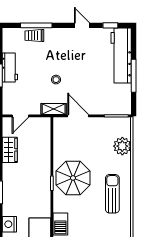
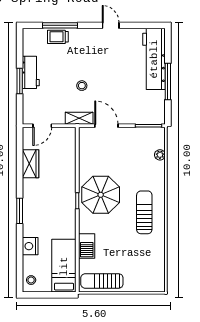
window: (110, 25) -> (142, 25), removed
plant: (122, 146) -> (160, 155), width x0.53, depth x0.53

